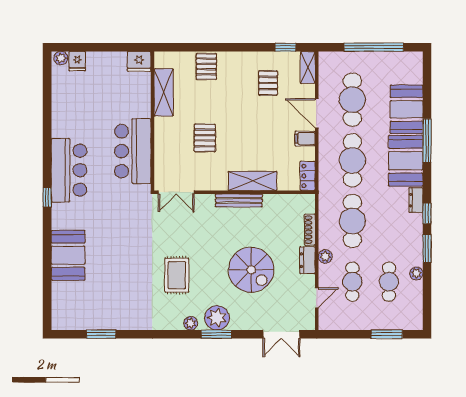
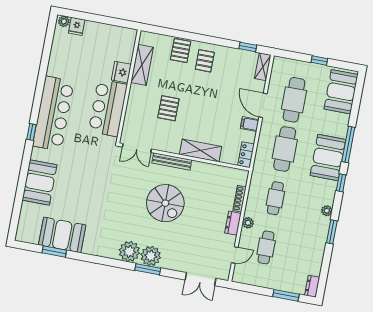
window: (374, 47) -> (319, 60), width x0.32
fridge: (139, 61) -> (121, 72), moved, turned 90
pallet: (268, 83) -> (205, 61), moved
booth: (407, 109) -> (341, 92), moved
bar counter: (69, 170) -> (53, 114), width x1.36
dresser: (416, 200) -> (312, 286), moved
bench: (239, 201) -> (172, 161), moved
window: (427, 213) -> (341, 183), moved
cafe table: (352, 221) -> (275, 198), width x0.73, depth x0.74
spiral stairs: (251, 270) -> (165, 203), moved
plant: (416, 273) -> (327, 211), moved
rug: (177, 275) -> (125, 215), removed
cafe table: (389, 282) -> (296, 253), removed
booth: (107, 313) -> (62, 235), added
plant: (191, 323) -> (129, 251), width x1.87, depth x1.87

